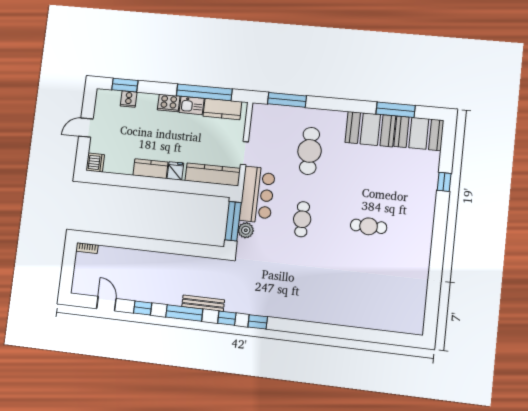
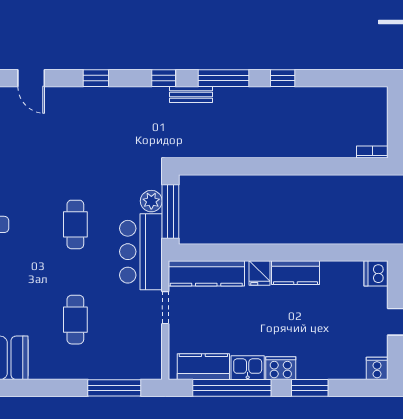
window: (125, 85) -> (310, 388), moved
cooker: (129, 99) -> (377, 368), moved
cafe table: (310, 151) -> (75, 320), width x0.73, depth x0.74
bench: (203, 303) -> (191, 95), width x0.73
door: (106, 304) -> (31, 78), moved
window: (258, 322) -> (96, 78), moved

